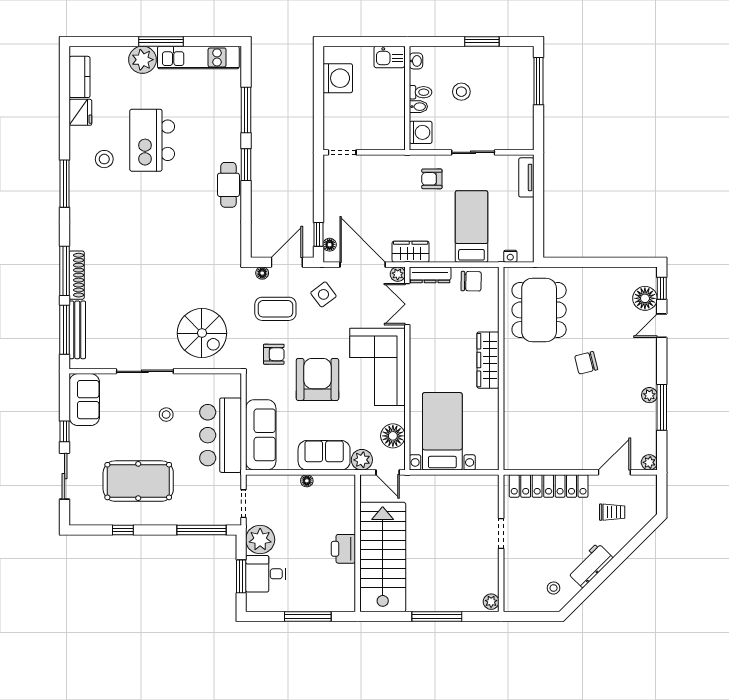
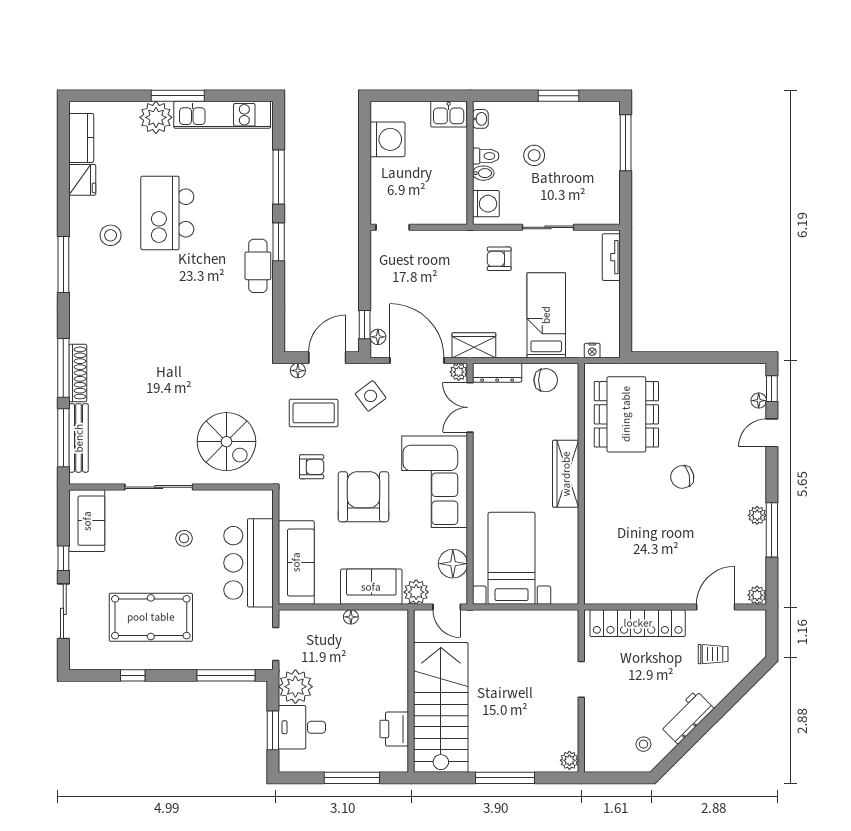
floor lamp: (645, 298) -> (759, 401), width x0.53, depth x0.53
printer: (343, 549) -> (394, 729), moved

